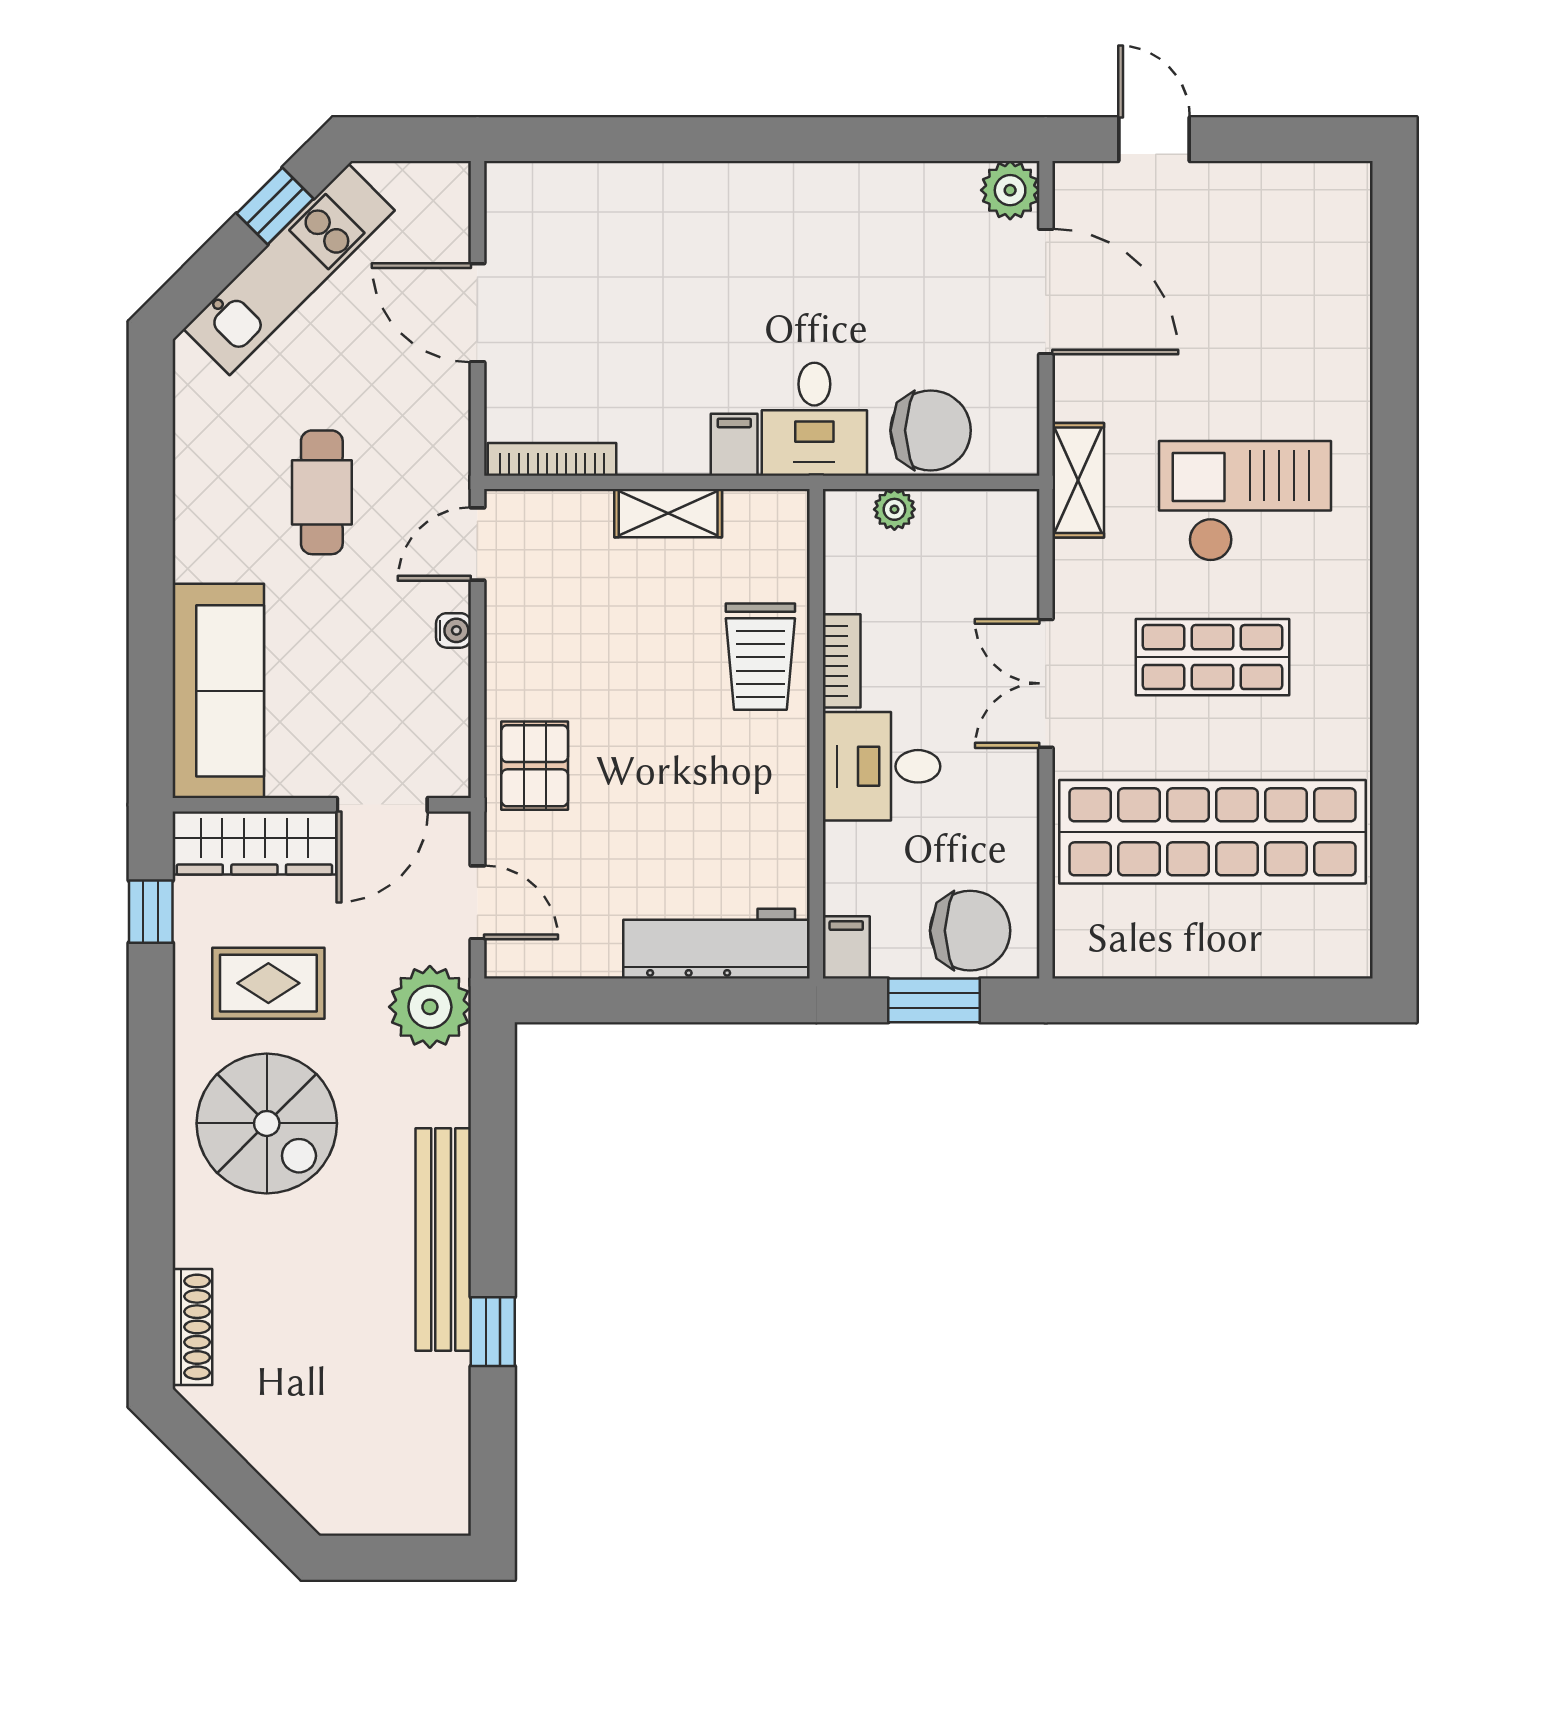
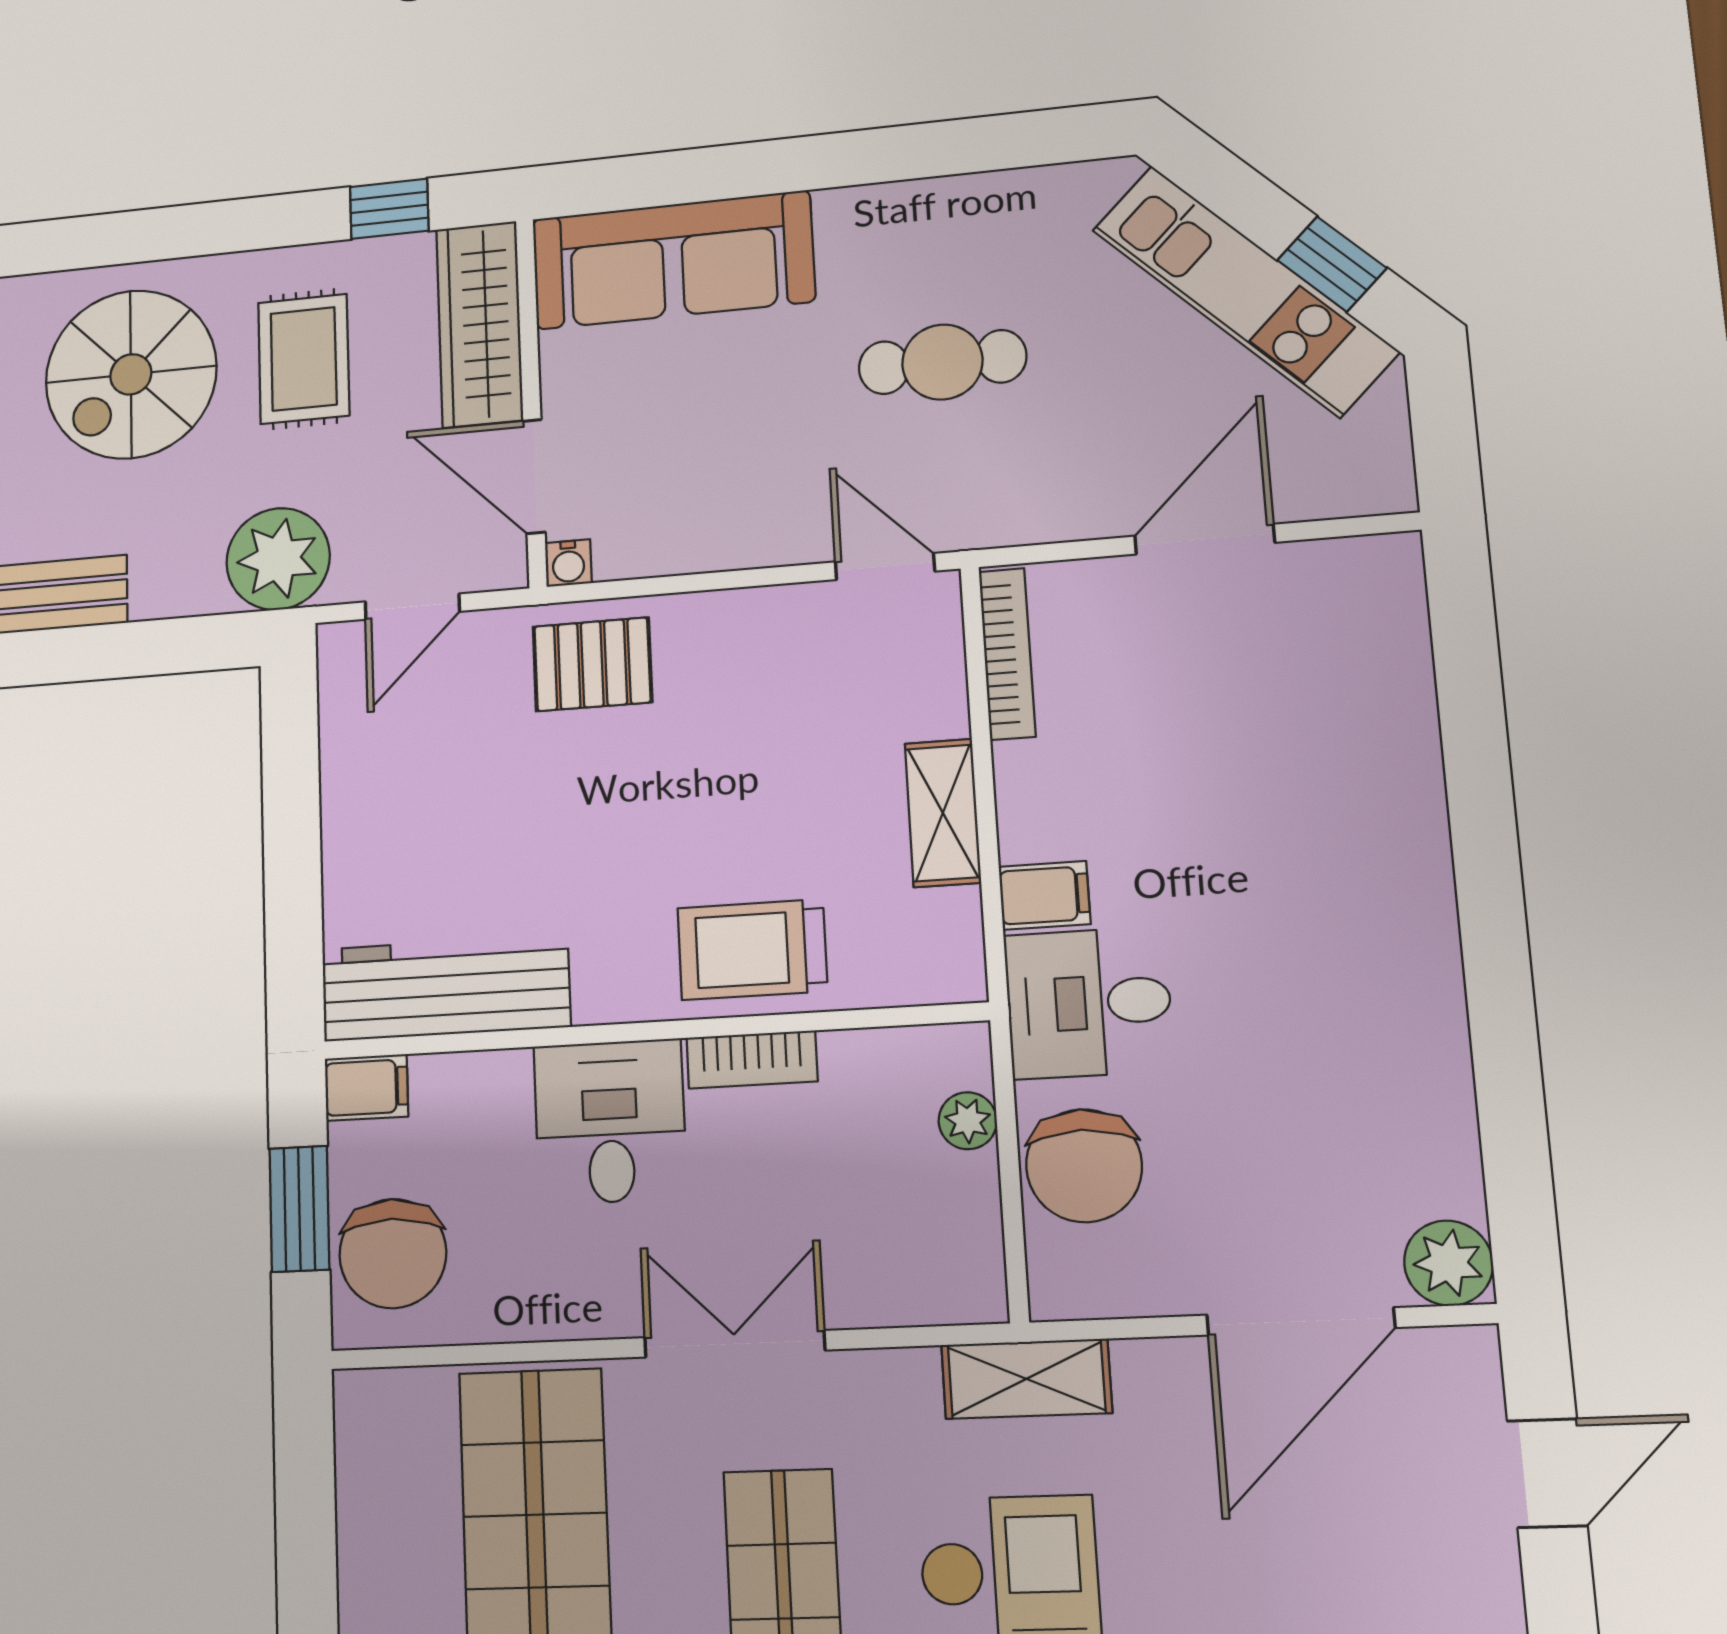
water cooler: (454, 630) -> (568, 563), moved
workbench: (717, 944) -> (446, 988), moved, turned -90

